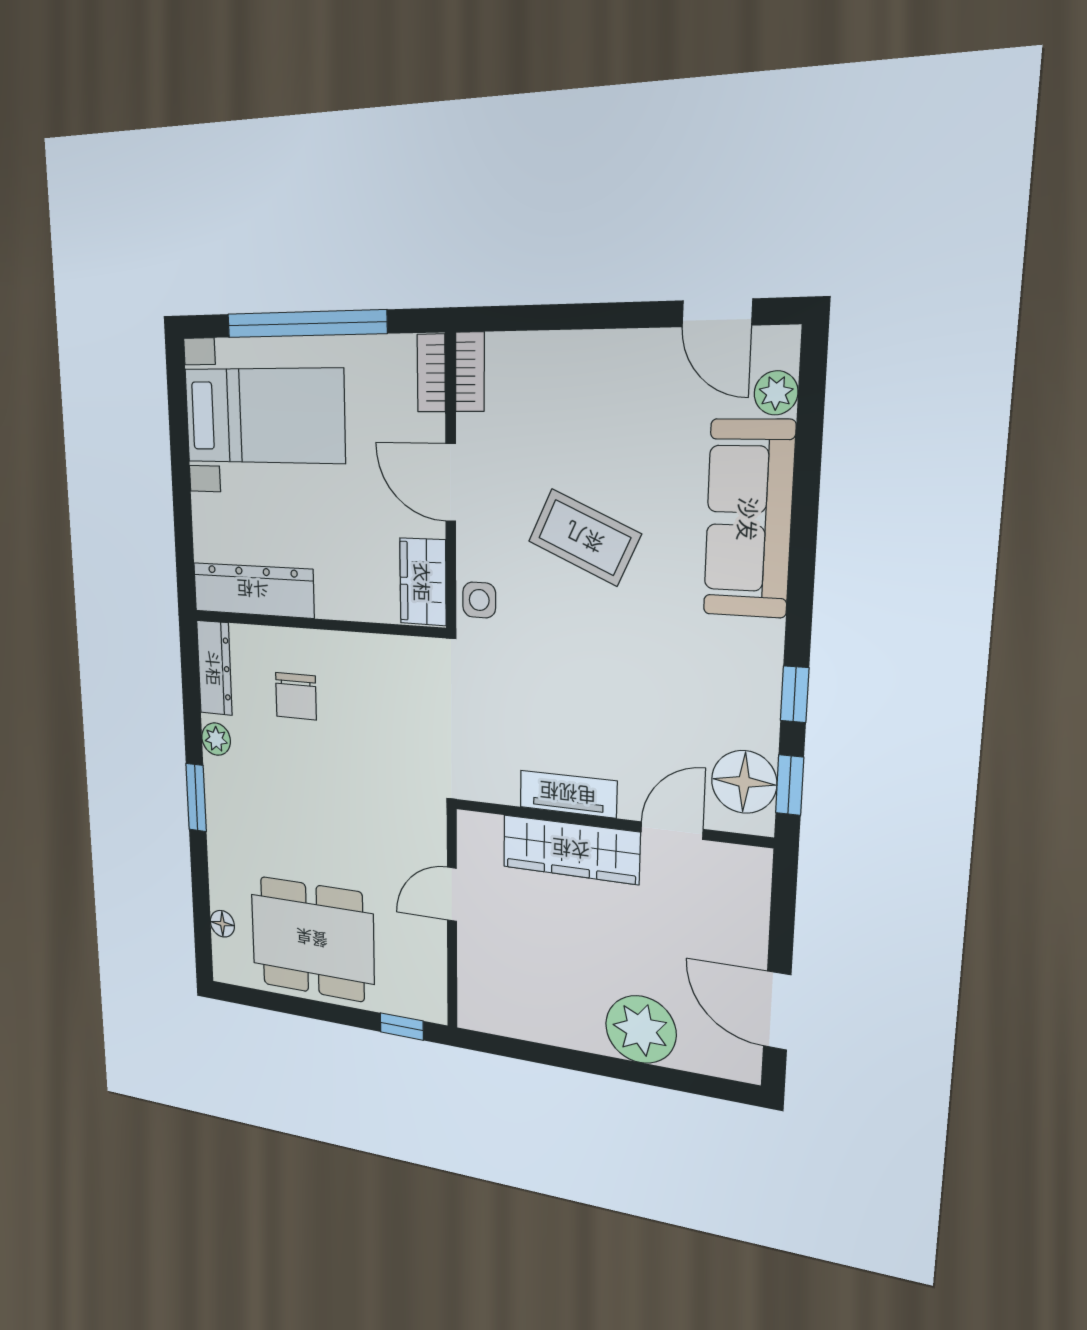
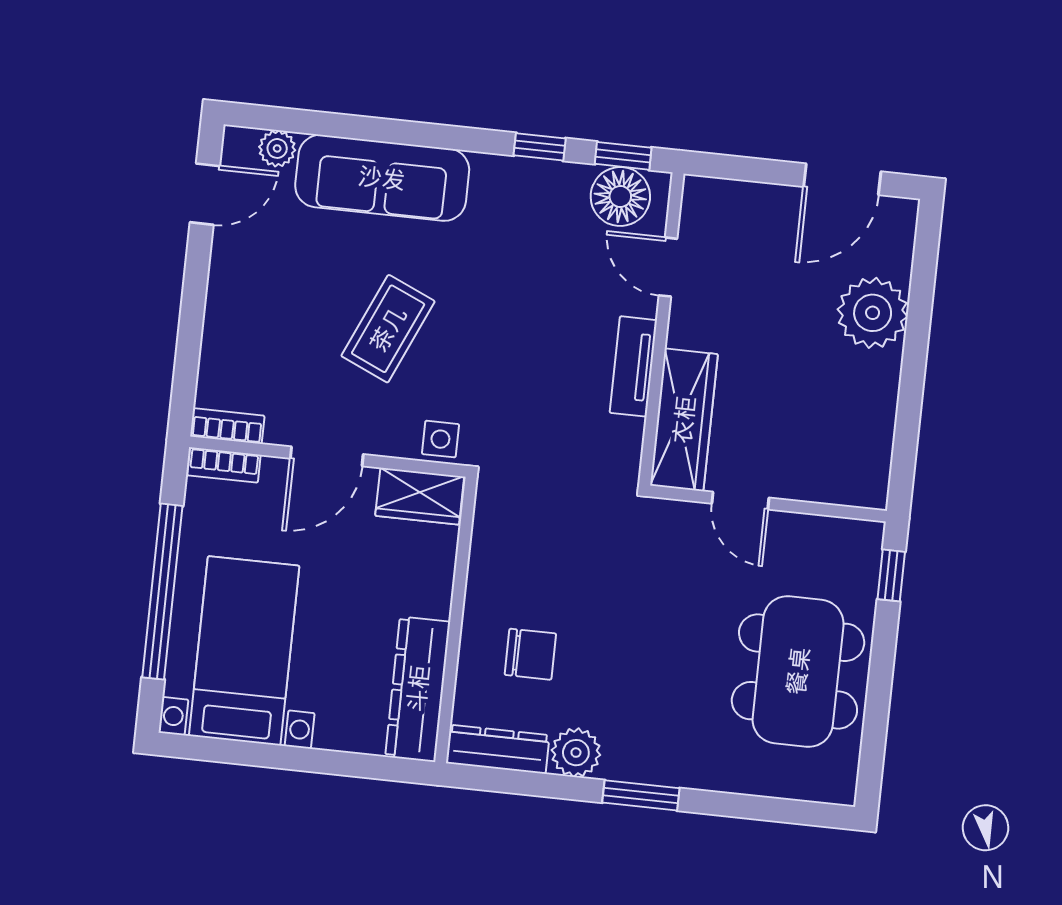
plant: (216, 739) -> (576, 753), width x1.38, depth x1.38
wardrobe: (571, 850) -> (684, 420), moved
floor lamp: (222, 924) -> (786, 784), removed

